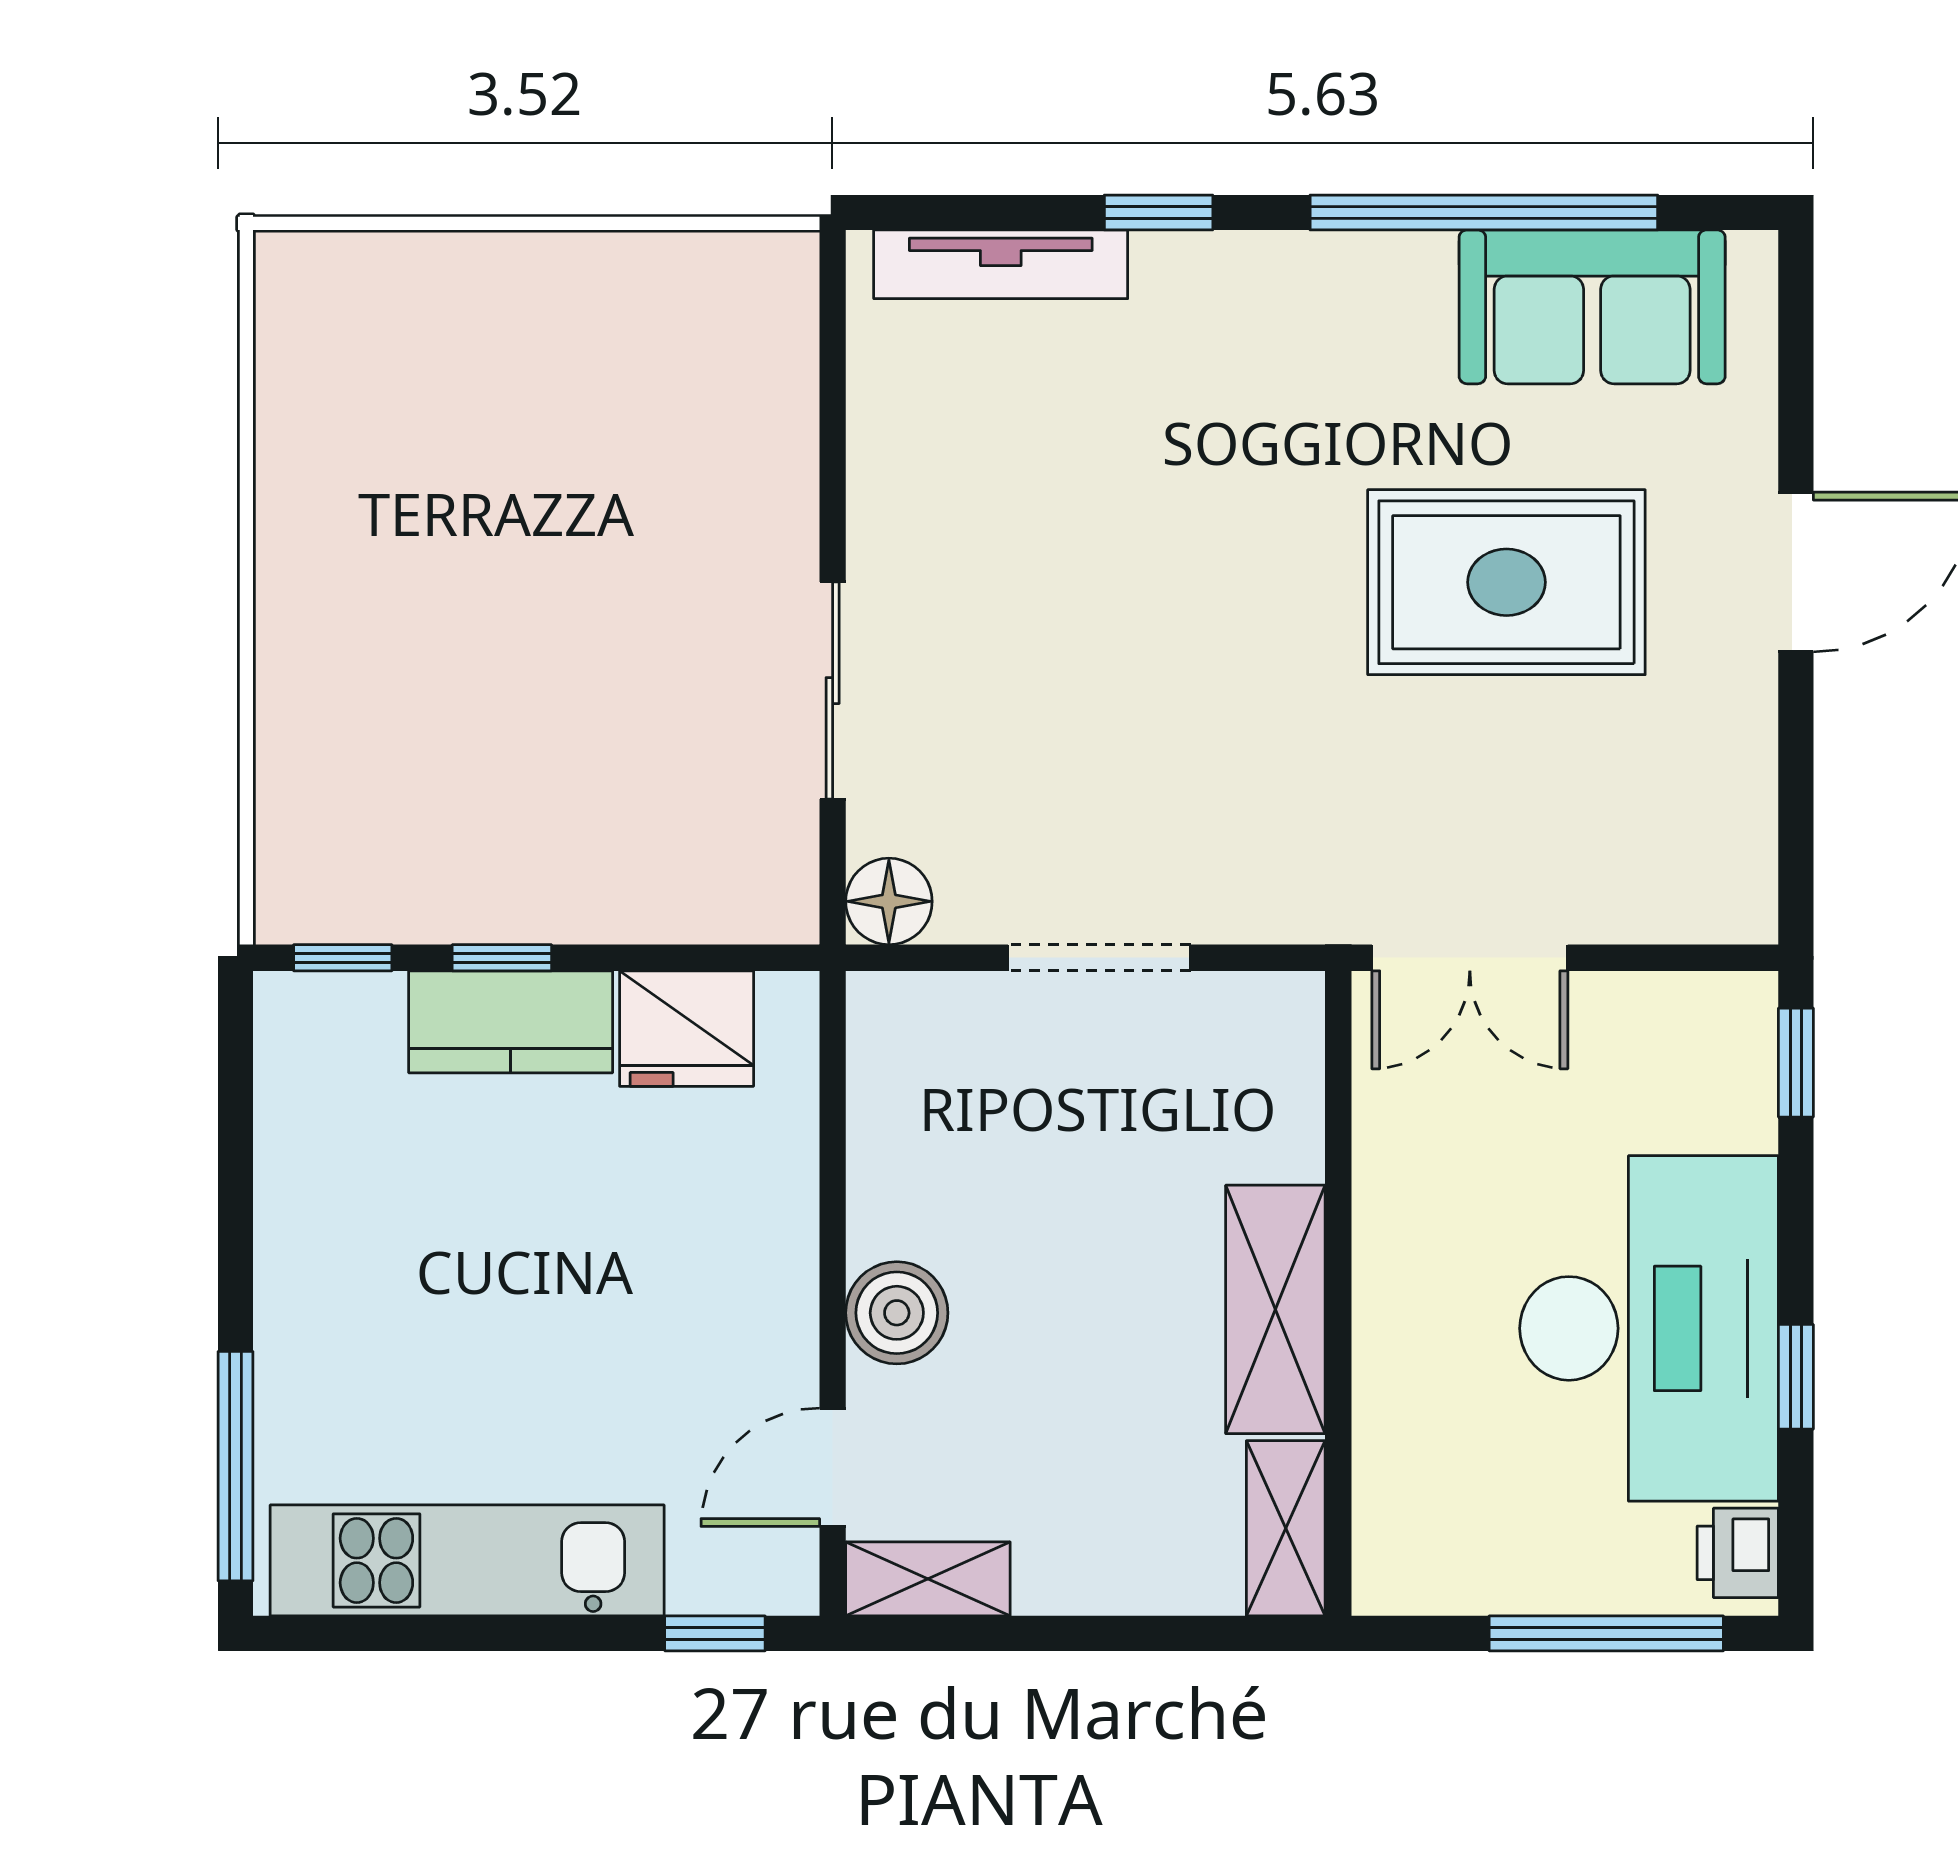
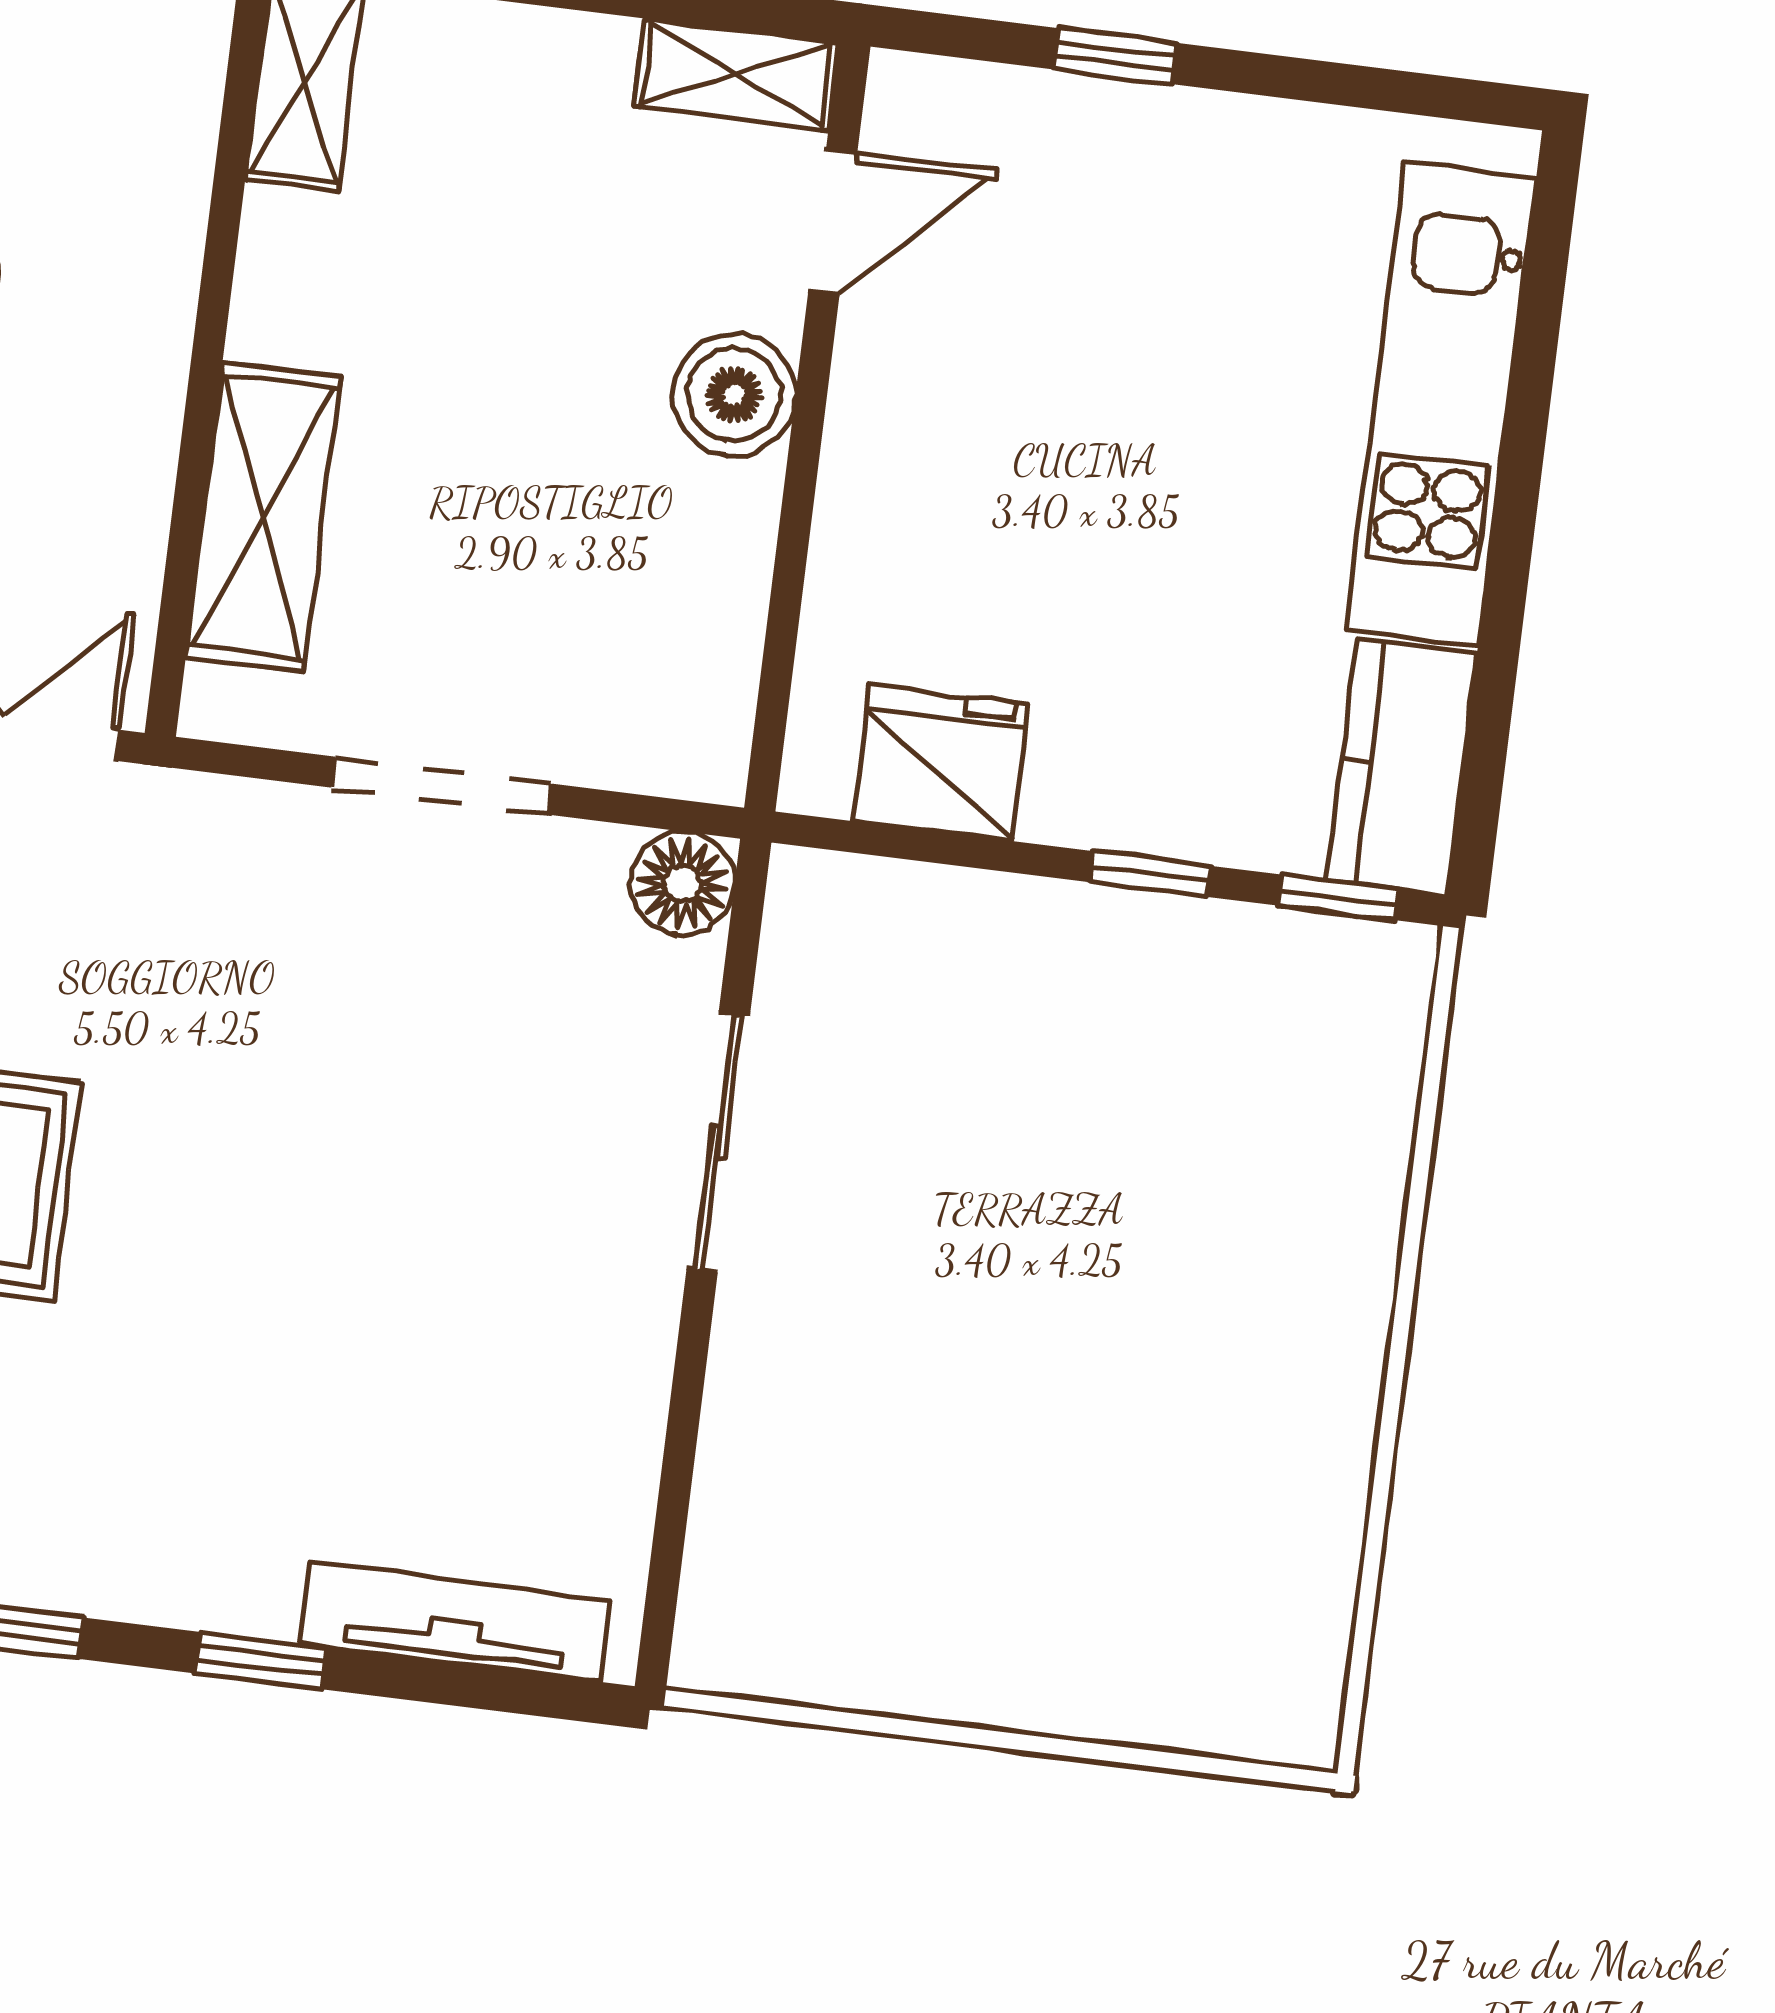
kitchen counter: (511, 1022) -> (1402, 767), moved, turned -90
shelving: (1275, 1309) -> (263, 517), moved
window: (235, 1466) -> (1541, 311), removed
kitchen unit: (467, 1560) -> (1441, 404), moved, turned 90
window: (715, 1633) -> (1115, 56), moved

